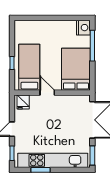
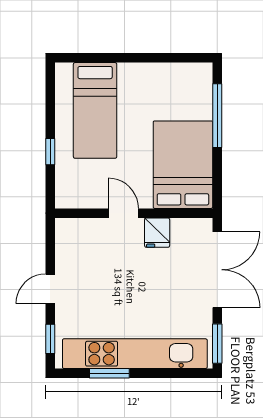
nightstand: (83, 28) -> (199, 78), removed
bed: (29, 67) -> (95, 110), moved, turned 180
fridge: (23, 102) -> (157, 233), moved

